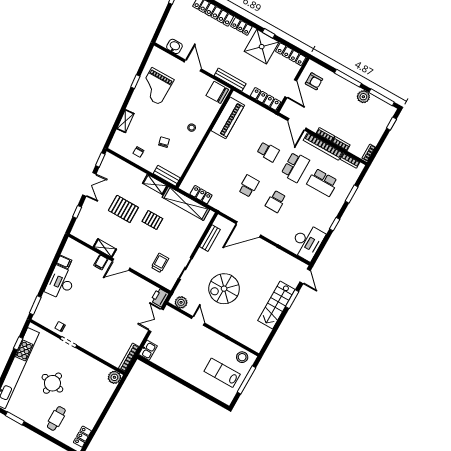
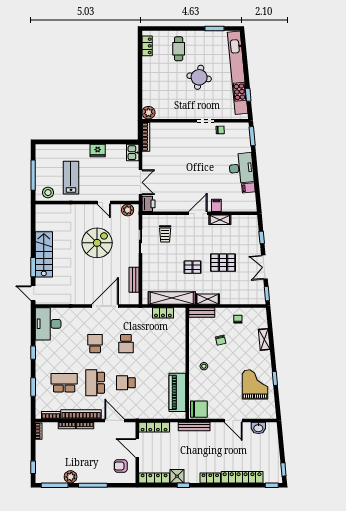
shower: (262, 47) -> (177, 476), width x0.54, depth x0.54
fridge: (178, 369) -> (98, 151), added
lab bench: (222, 373) -> (71, 178), moved, turned -90

